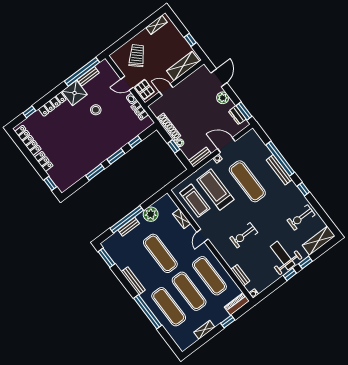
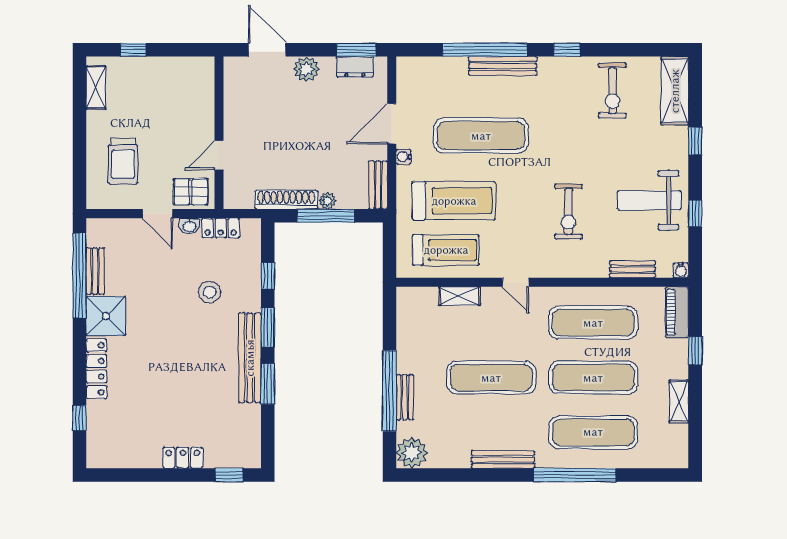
window: (190, 40) -> (133, 50), moved
trolley: (137, 56) -> (123, 161), turned -133
shelving: (183, 66) -> (201, 96), removed
door: (127, 83) -> (157, 214), hinge flipped
stool: (96, 110) -> (210, 292), moved
locker: (28, 140) -> (126, 457), removed
window: (174, 146) -> (326, 216), width x2.17
bench: (100, 158) -> (250, 358), added
treadmill: (215, 190) -> (454, 201), turned 180
plant: (151, 214) -> (412, 453), moved
weight bench: (283, 256) -> (649, 200), moved
window: (107, 258) -> (429, 475), removed
window: (290, 274) -> (695, 213), moved

